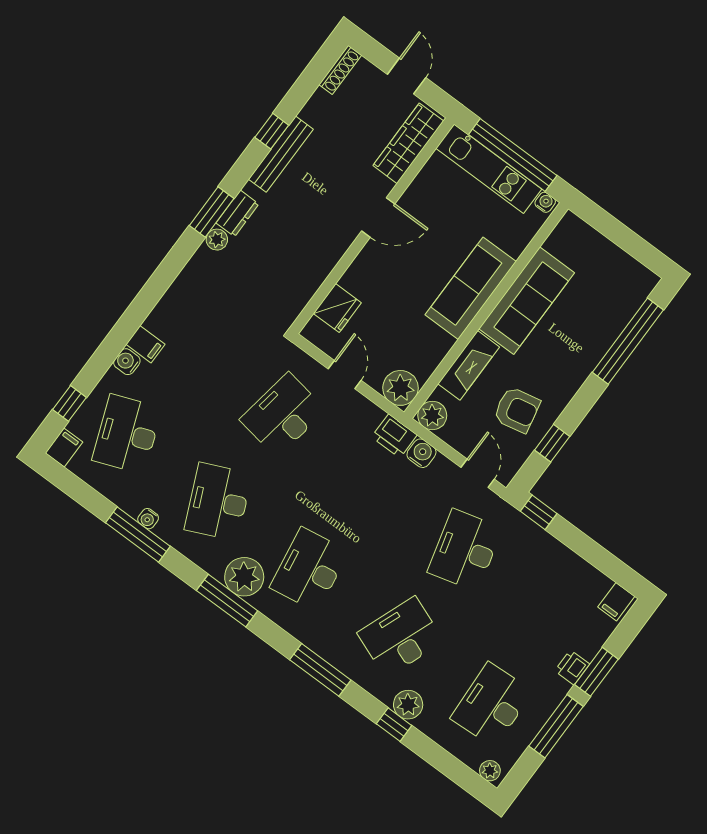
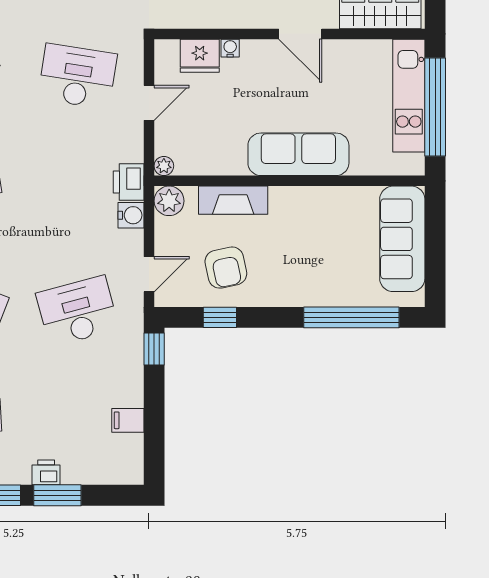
water cooler: (545, 202) -> (230, 48), moved, turned -90
sofa: (527, 301) -> (402, 239), moved, turned 90
plant: (400, 388) -> (164, 166), width x0.53, depth x0.53
filing cabinet: (616, 602) -> (128, 420), moved

